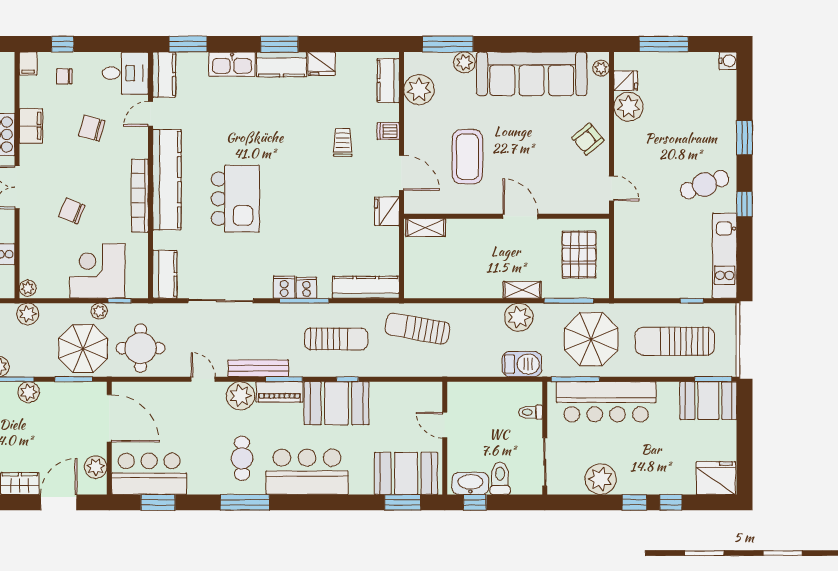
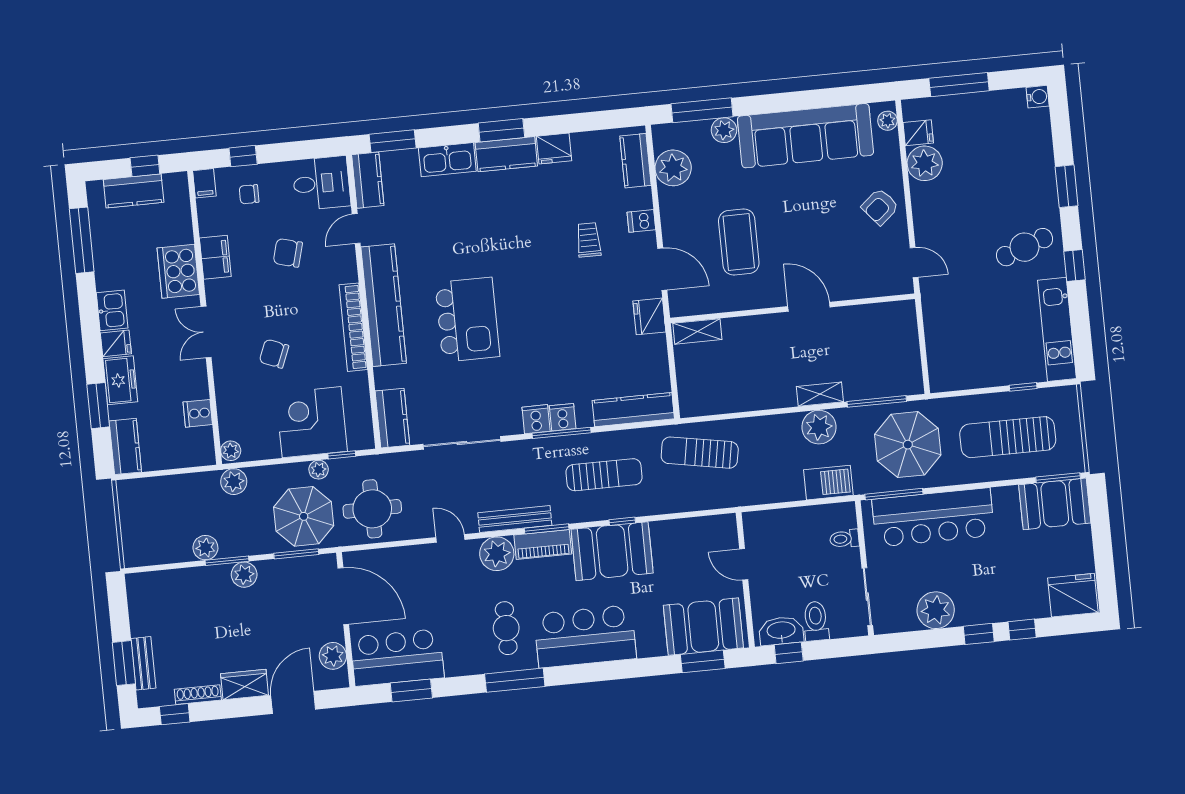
pallet: (579, 255) -> (883, 345), removed

